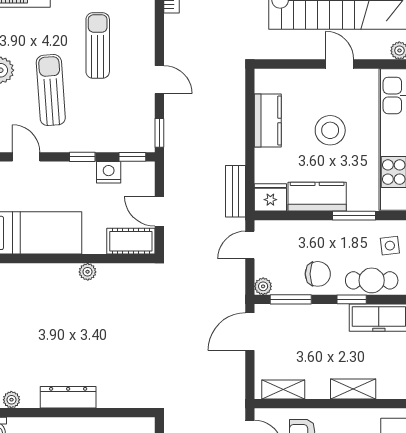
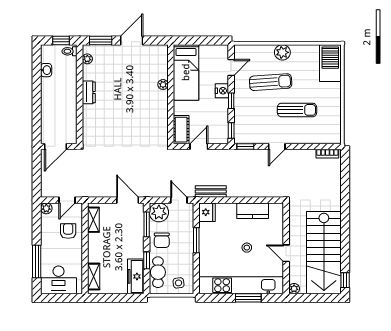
door: (340, 64) -> (286, 253), swing flipped
stool: (330, 130) -> (247, 248), width x0.53, depth x0.53
nightstand: (109, 172) -> (222, 91), moved
kitchen counter: (317, 197) -> (207, 240), removed
window: (354, 216) -> (196, 240), moved
plant: (88, 272) -> (163, 85), moved
plant: (263, 286) -> (159, 212), width x1.87, depth x1.87
shelving: (353, 389) -> (94, 277), moved
dresser: (68, 397) -> (89, 92), width x0.70

